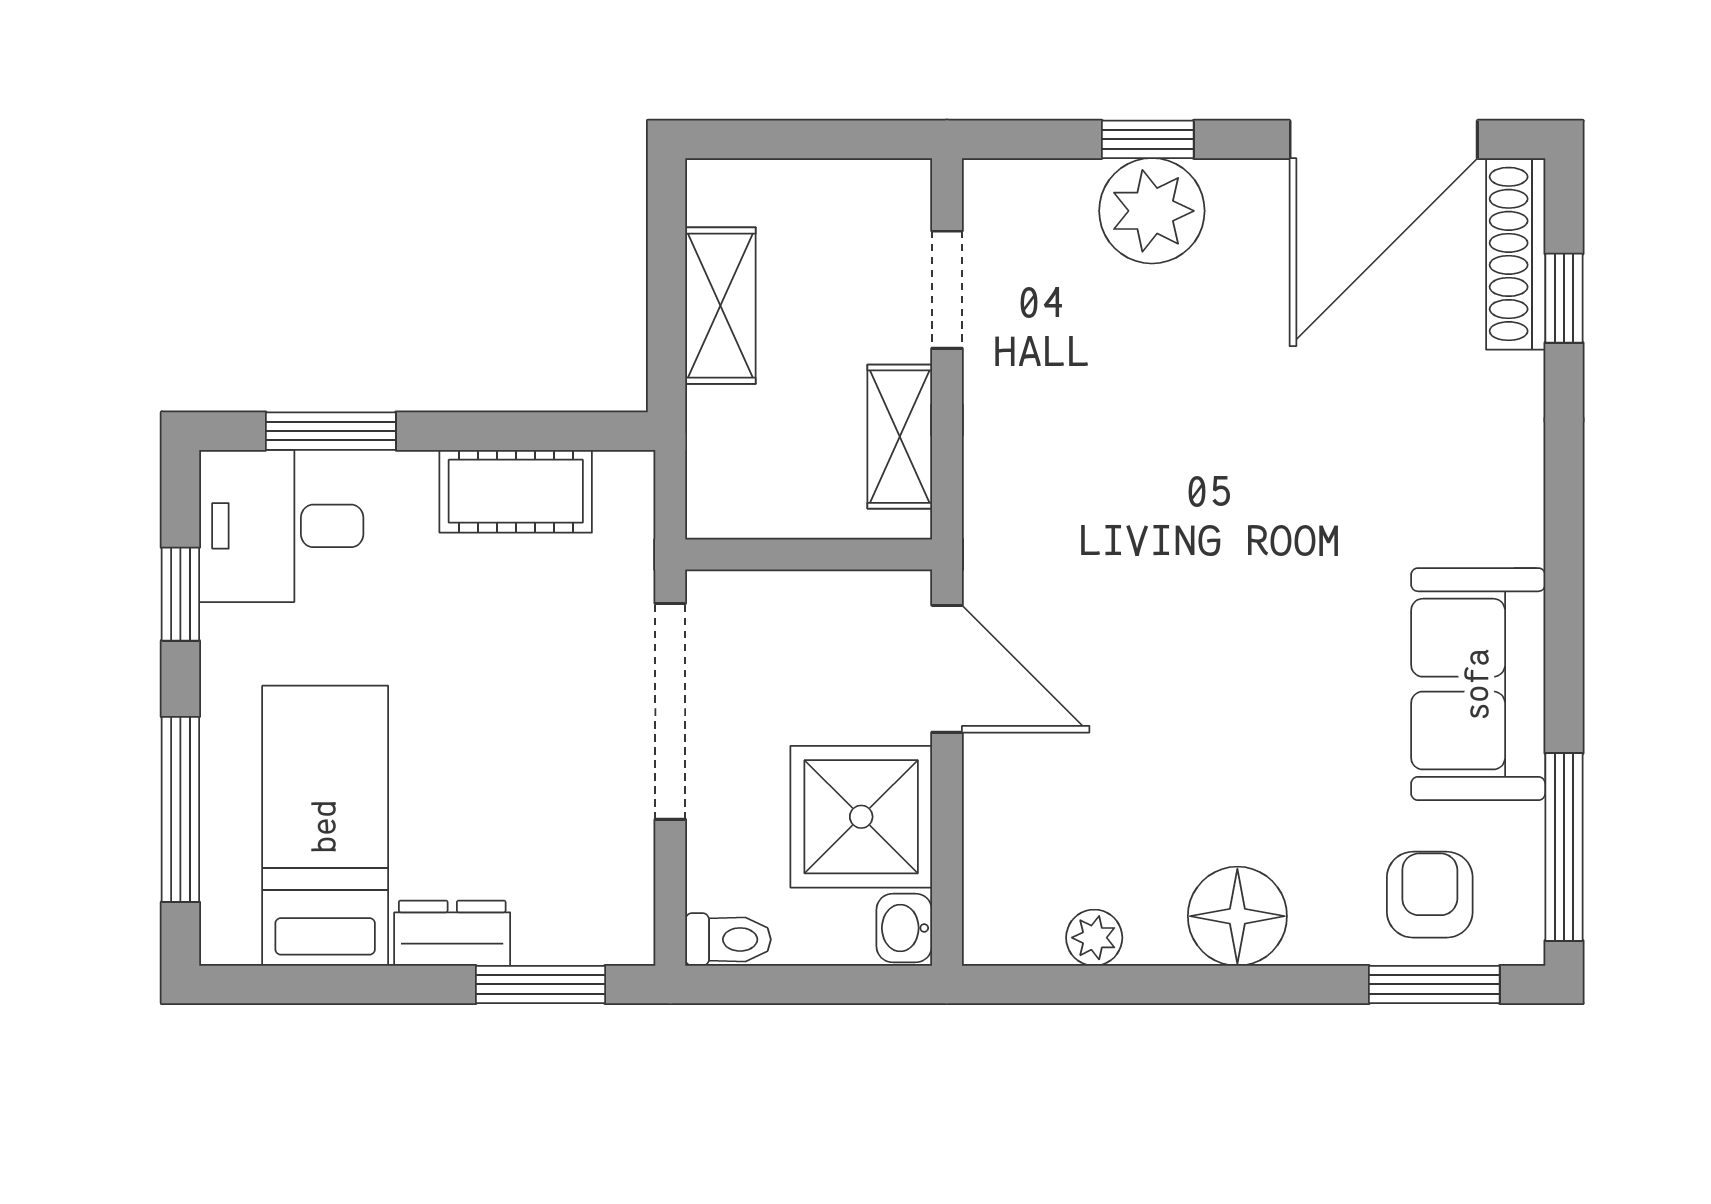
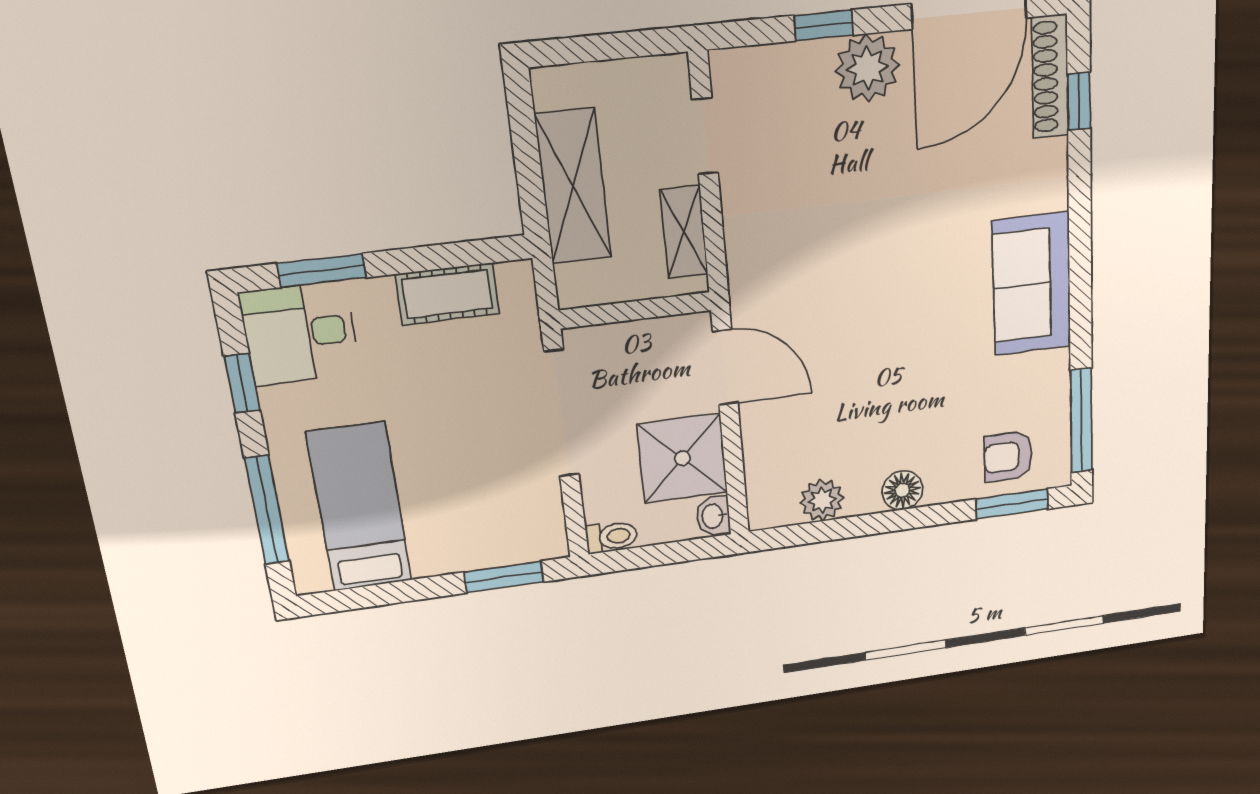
plant: (1152, 211) -> (867, 68), moved
shelving: (720, 306) -> (573, 186), width x1.50, depth x1.33
sofa: (1478, 684) -> (1032, 284), moved
armchair: (1430, 895) -> (1008, 457), turned -90
floor lamp: (1237, 916) -> (902, 490), width x0.73, depth x0.73
dresser: (452, 933) -> (447, 556), removed
plant: (1094, 938) -> (822, 500), width x1.38, depth x1.38

